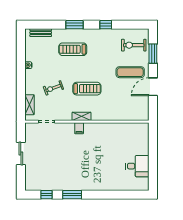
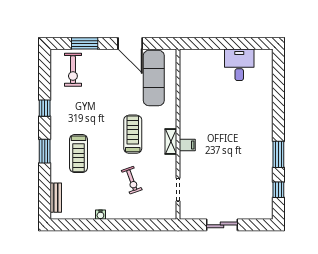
exercise mat: (130, 72) -> (154, 78), moved, width x1.36, depth x1.45
shelving: (29, 105) -> (155, 213), removed

